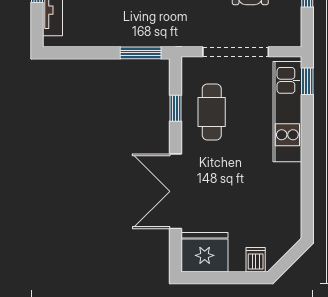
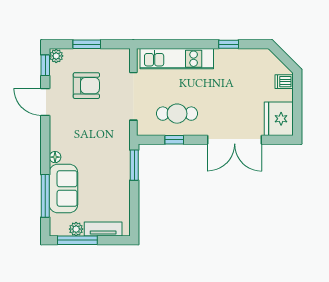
window: (307, 81) -> (229, 44), moved

